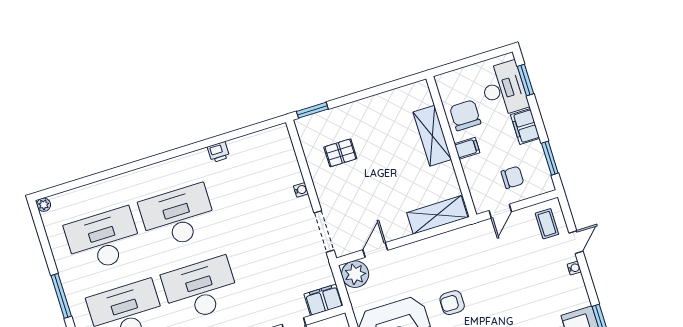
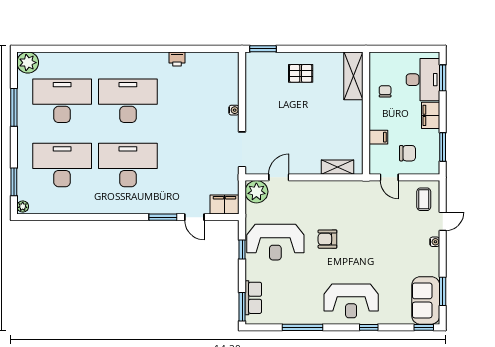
chair: (465, 115) -> (385, 91), width x0.54, depth x0.54
shelving: (432, 136) -> (353, 76), moved
filing cabinet: (467, 148) -> (378, 137), moved
pallet: (340, 153) -> (301, 73), moved
plant: (44, 205) -> (28, 63), width x1.87, depth x1.87
door: (500, 211) -> (389, 177), hinge flipped
shelving: (437, 215) -> (338, 167), width x0.67, depth x0.75
window: (61, 296) -> (14, 107), moved

